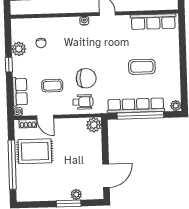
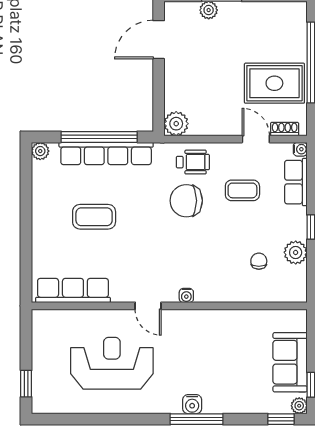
wheelchair: (83, 102) -> (193, 162), turned 180

